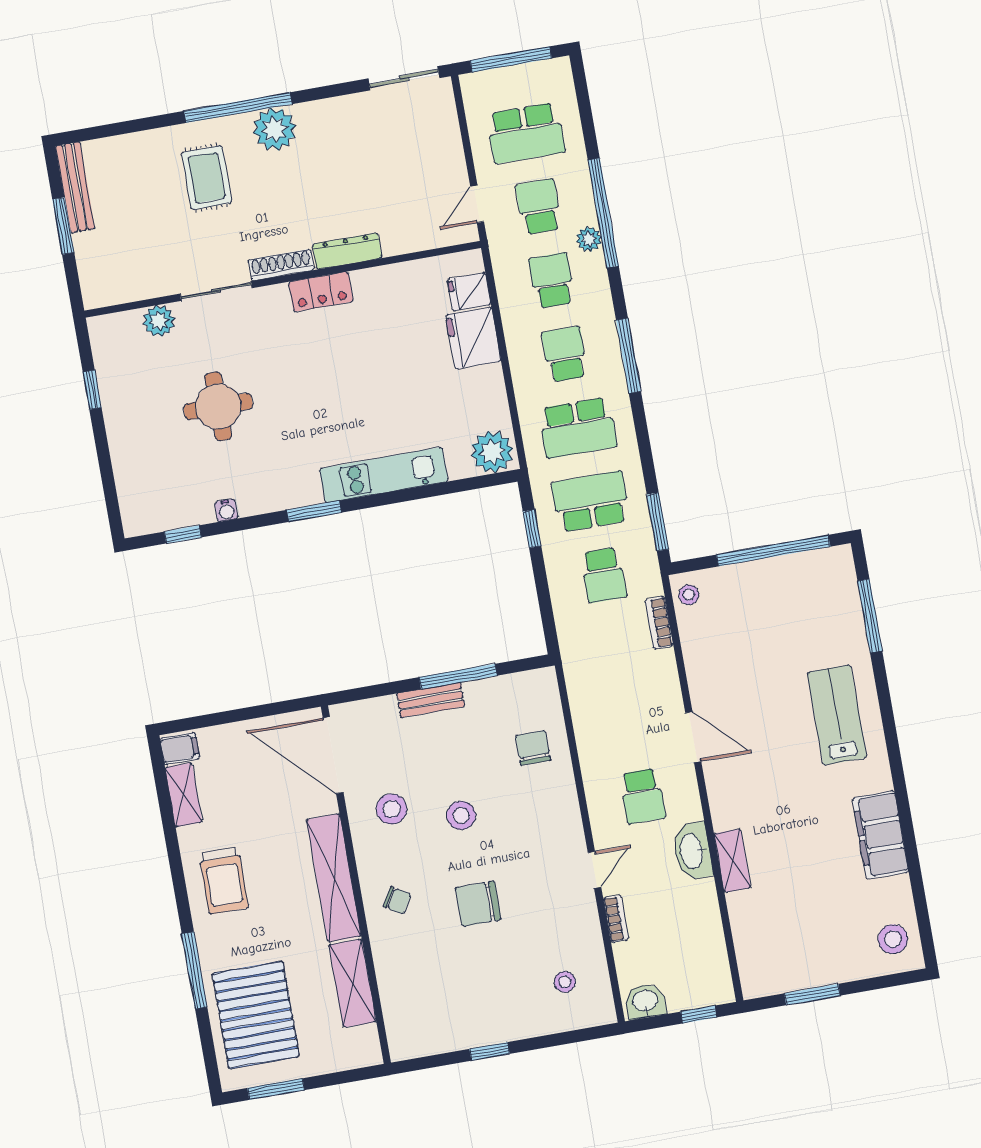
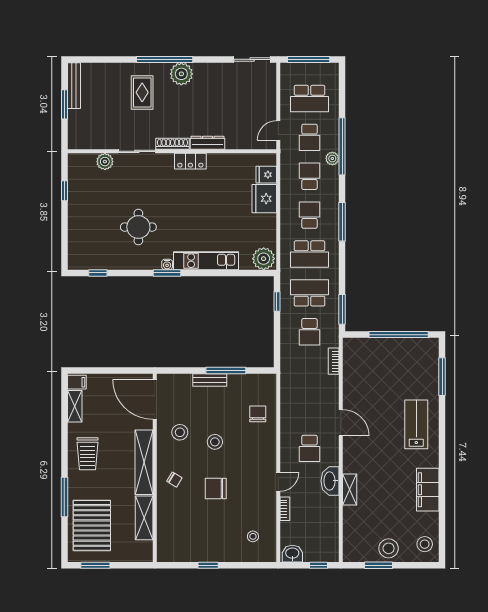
school desk: (539, 207) -> (309, 137), turned 180
round table: (218, 406) -> (138, 227), moved
water cooler: (226, 510) -> (167, 264), moved
stool: (689, 595) -> (389, 548), moved, width x1.89, depth x1.89

